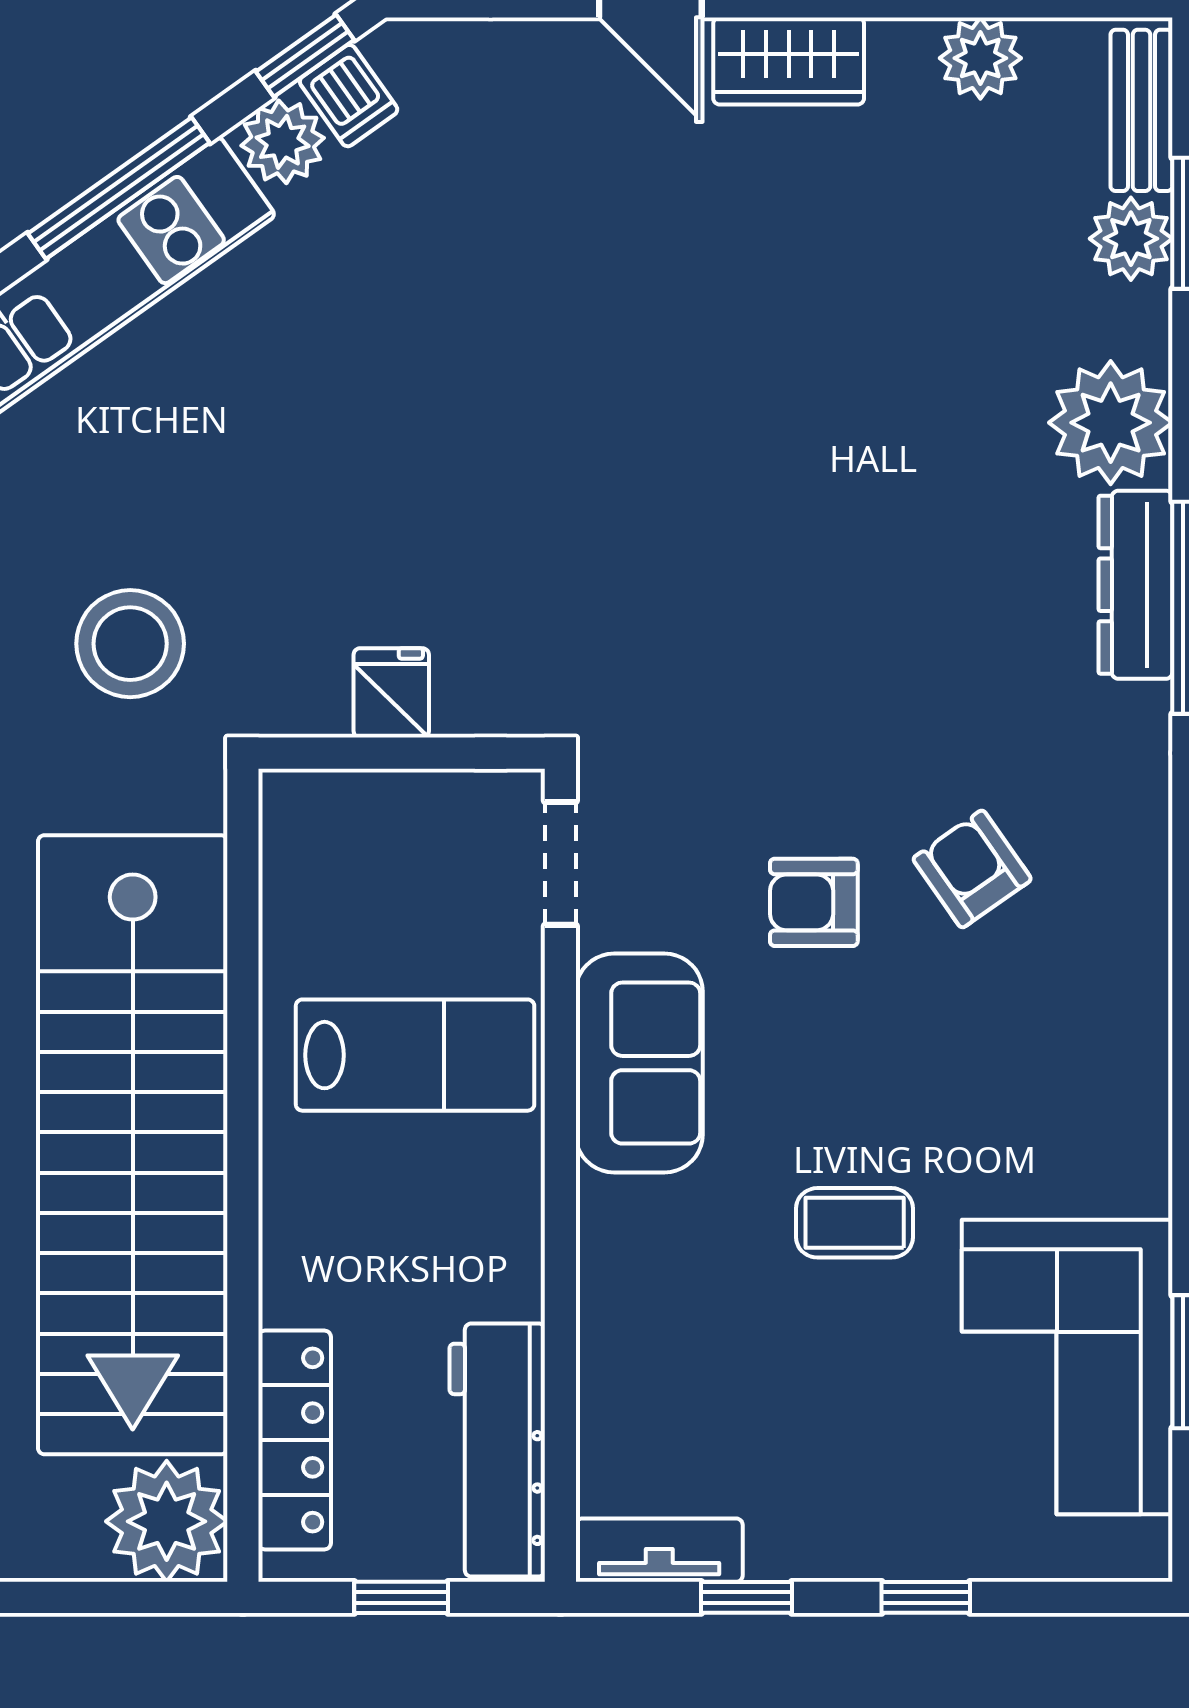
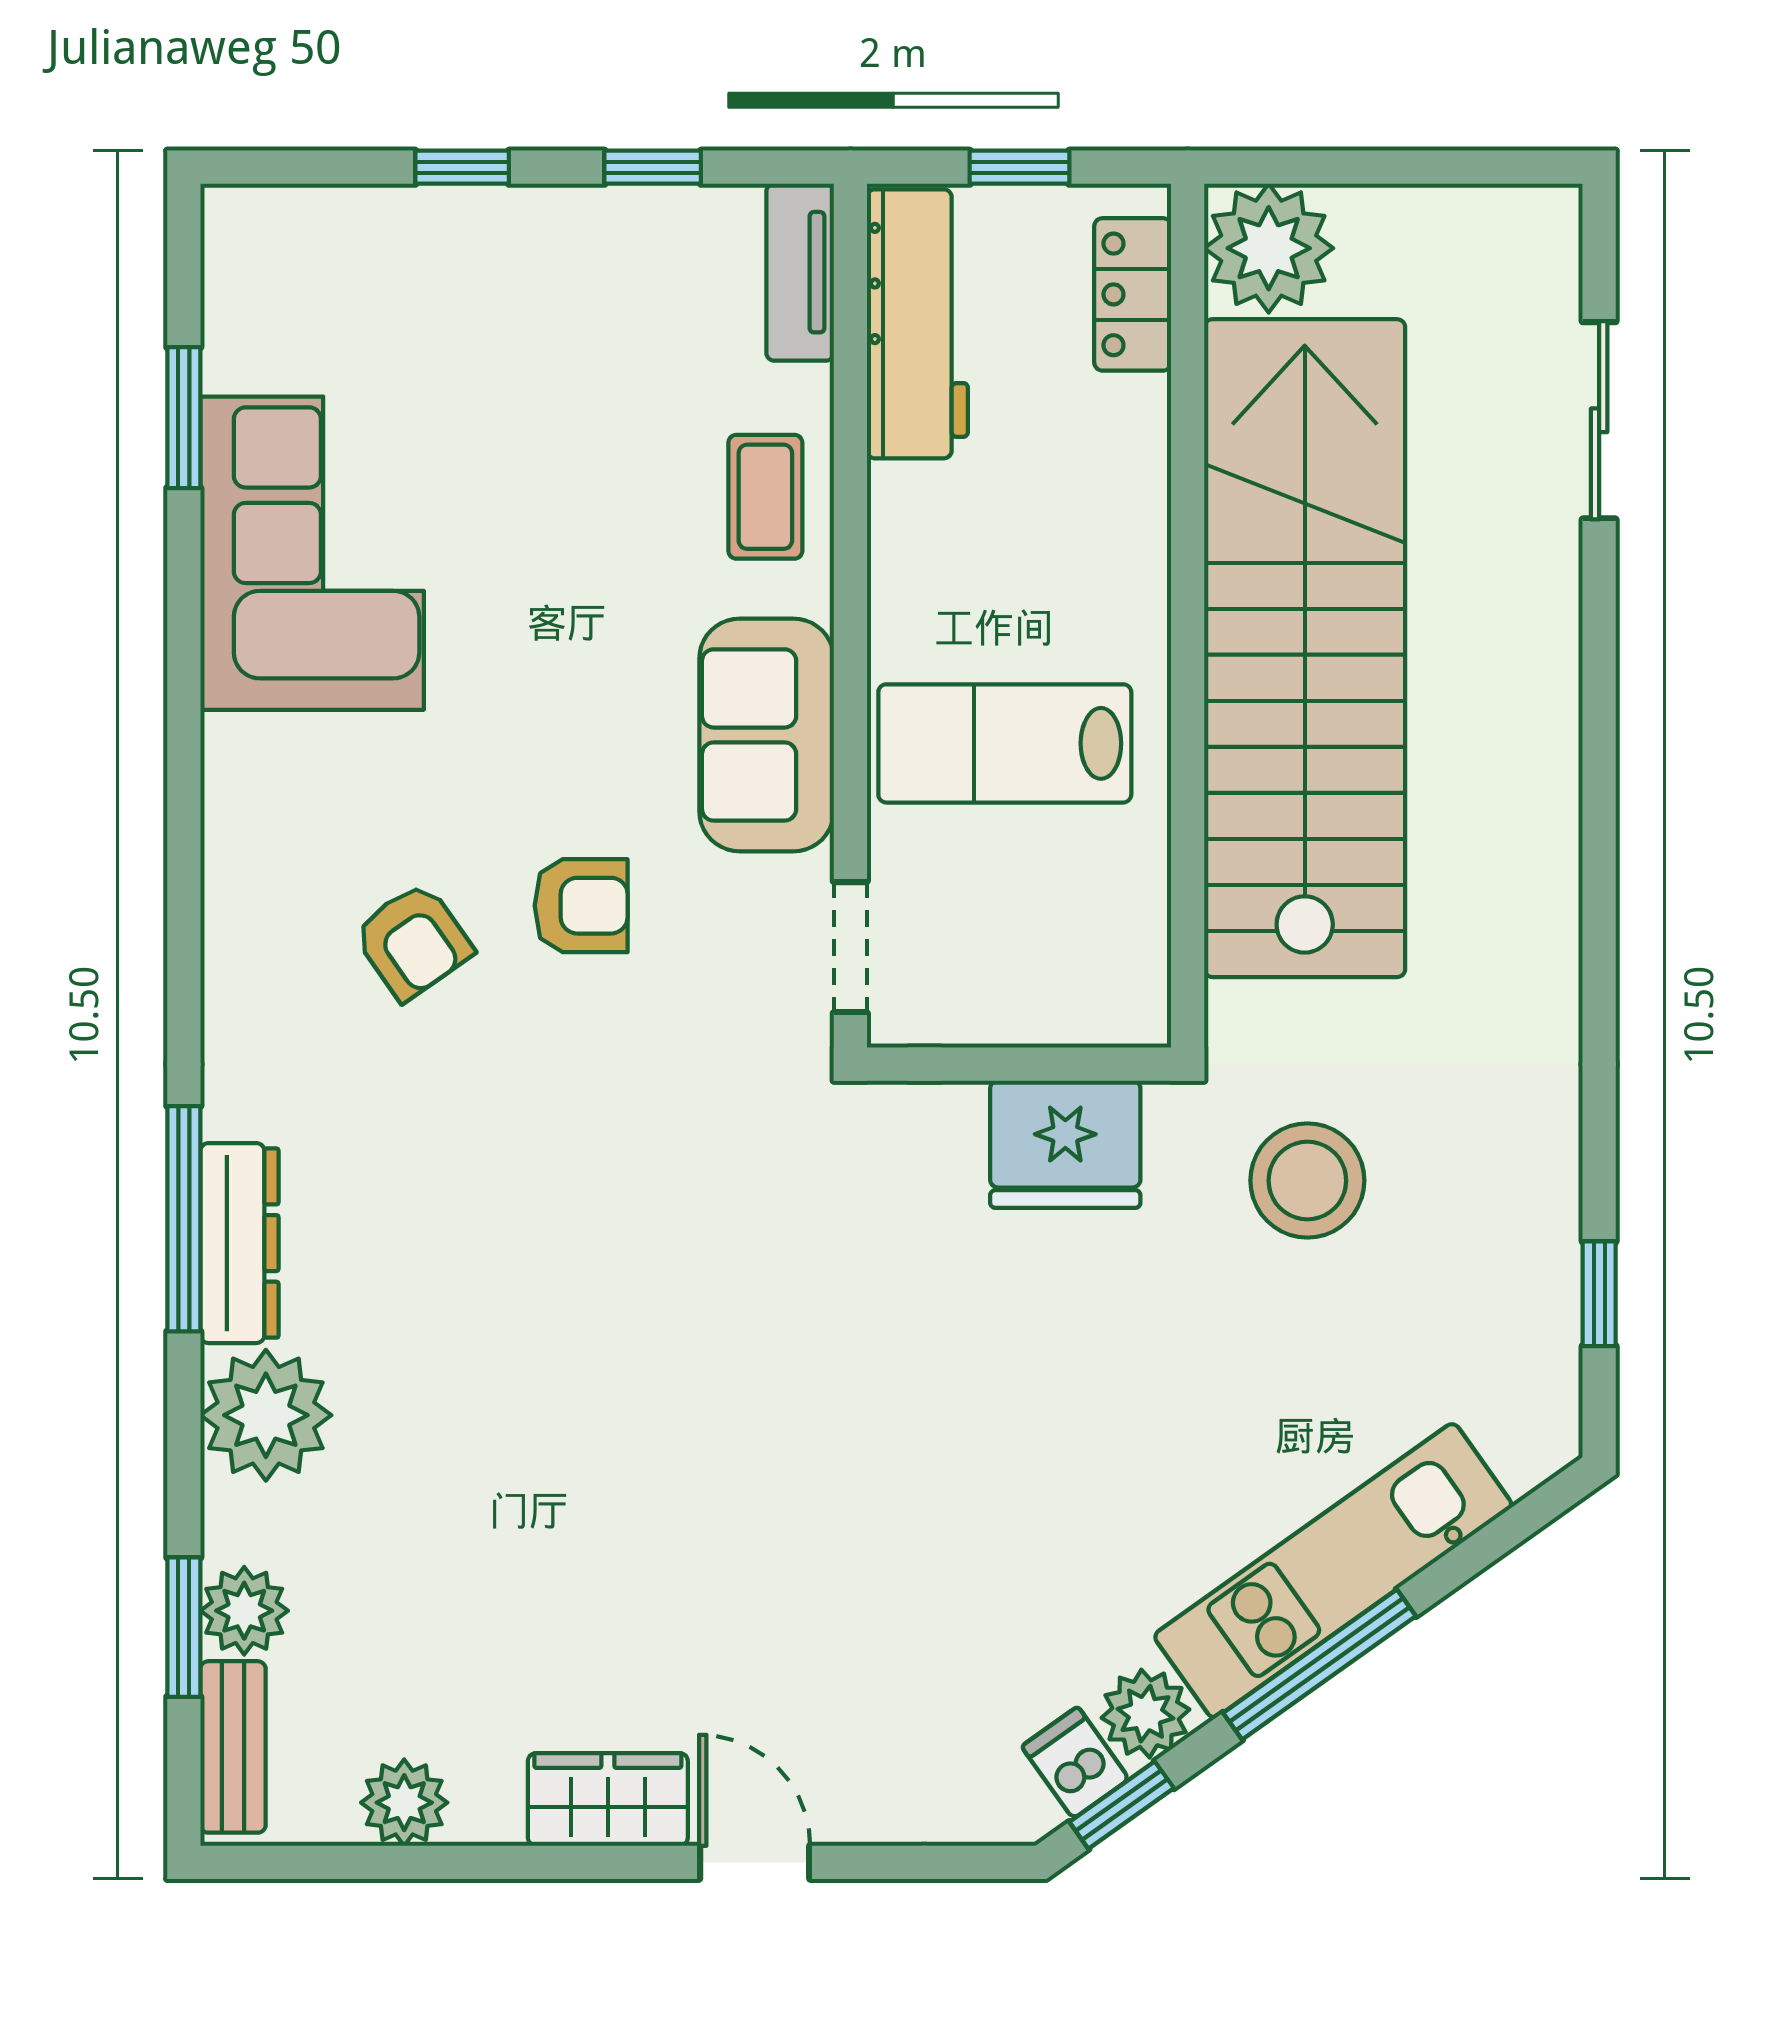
fridge: (391, 693) -> (1065, 1144), width x1.88, depth x1.34
coffee table: (855, 1223) -> (765, 497), moved, turned 90
corner sofa: (1067, 1367) -> (312, 553), moved
locker: (295, 1440) -> (1133, 294), width x0.66
tv unit: (659, 1550) -> (800, 272), moved, turned 90

